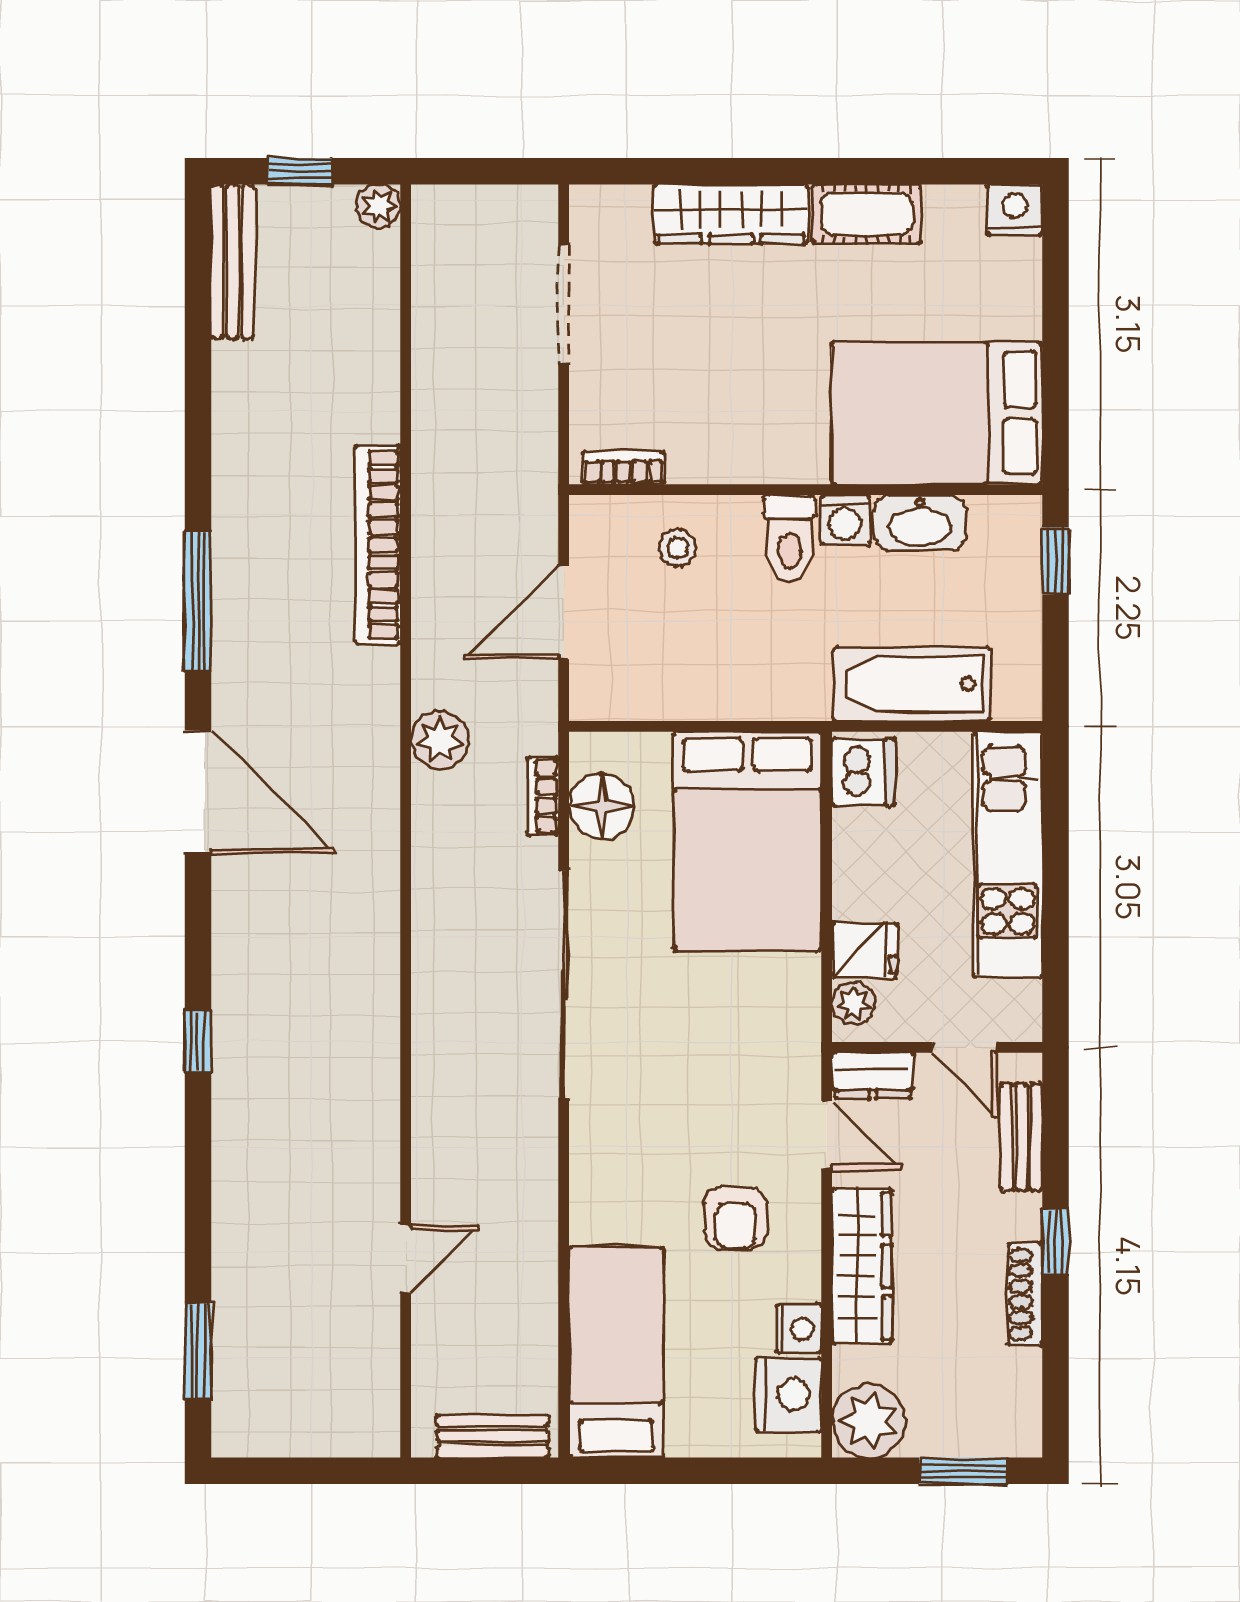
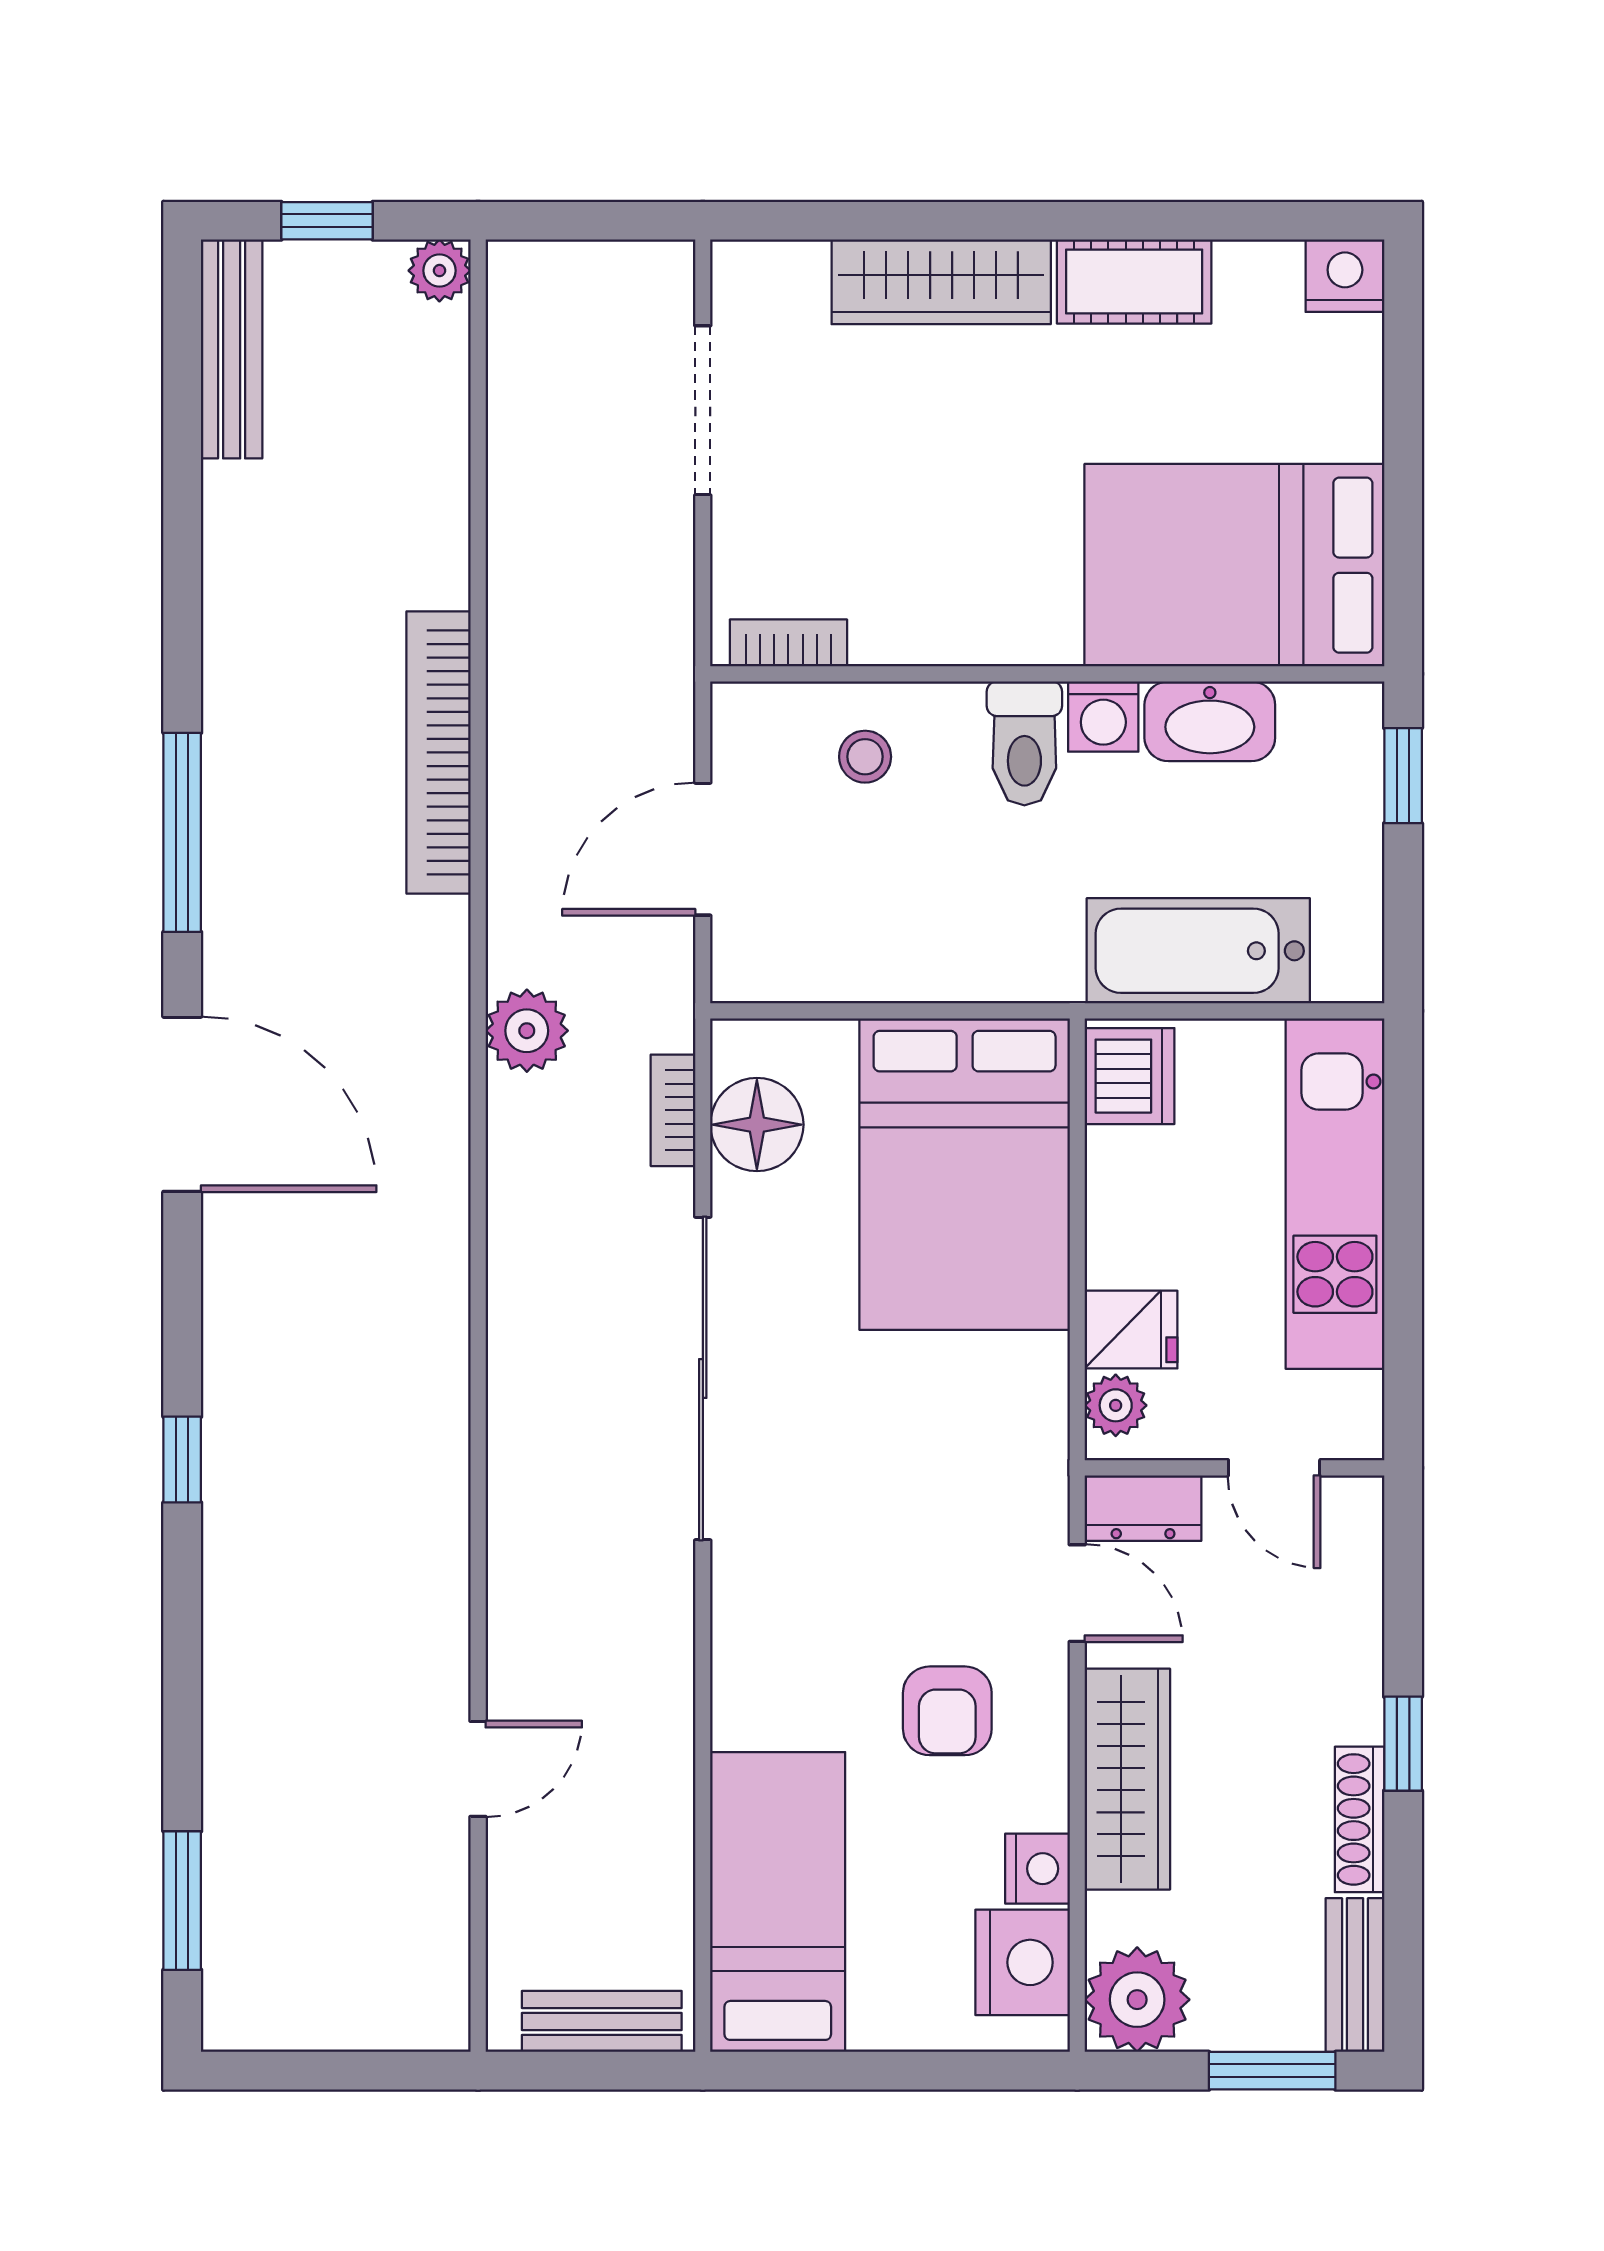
bench: (1022, 1137) -> (1355, 1975), moved

